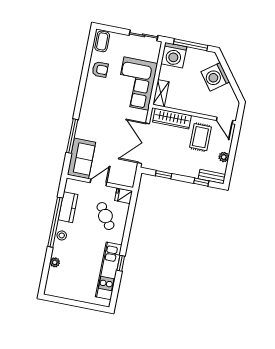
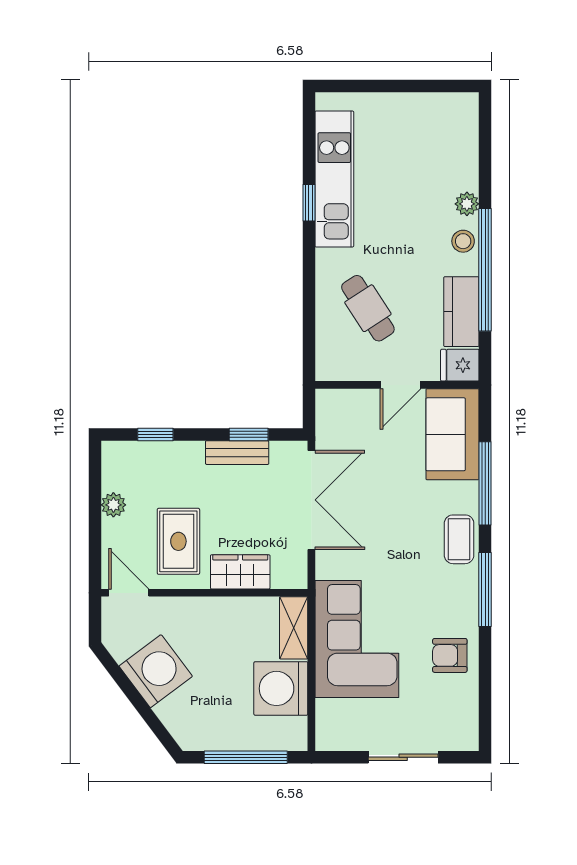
sliding door: (144, 35) -> (403, 757), moved
coffee table: (102, 41) -> (459, 539), moved
washing machine: (174, 55) -> (281, 688), moved, turned -90
washing machine: (215, 77) -> (156, 671), moved
window: (81, 93) -> (485, 590), added
wardrobe: (172, 119) -> (240, 572), width x0.67
bench: (212, 177) -> (237, 453), moved
fridge: (124, 196) -> (460, 365), moved, turned 180
plant: (55, 262) -> (467, 204), moved

